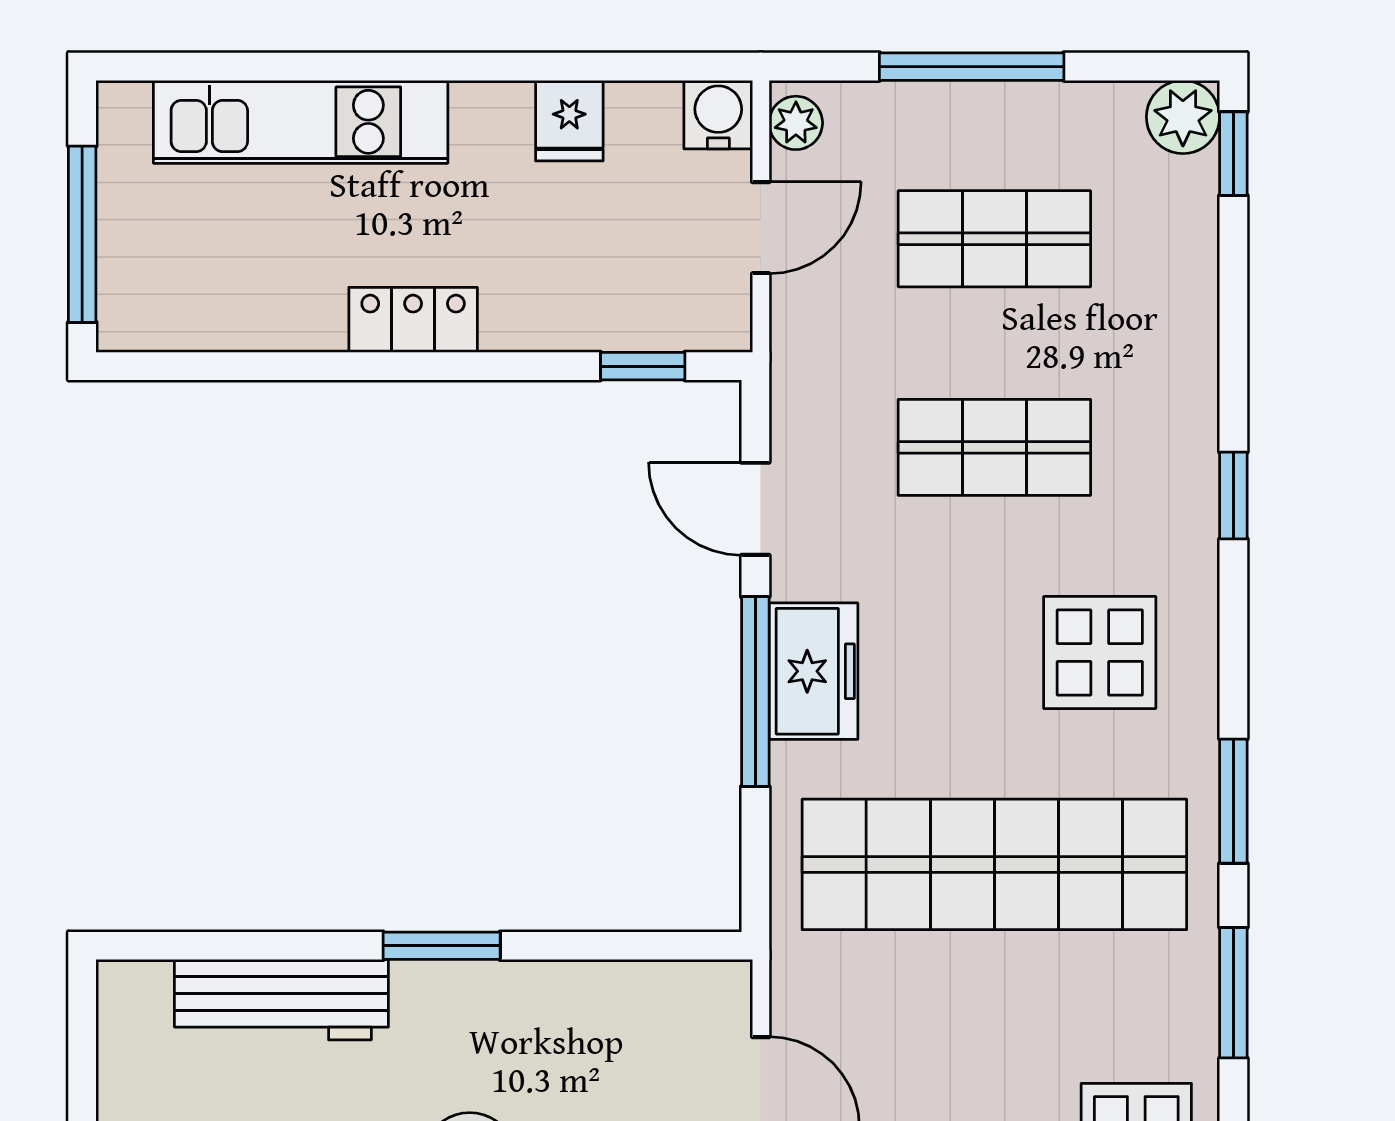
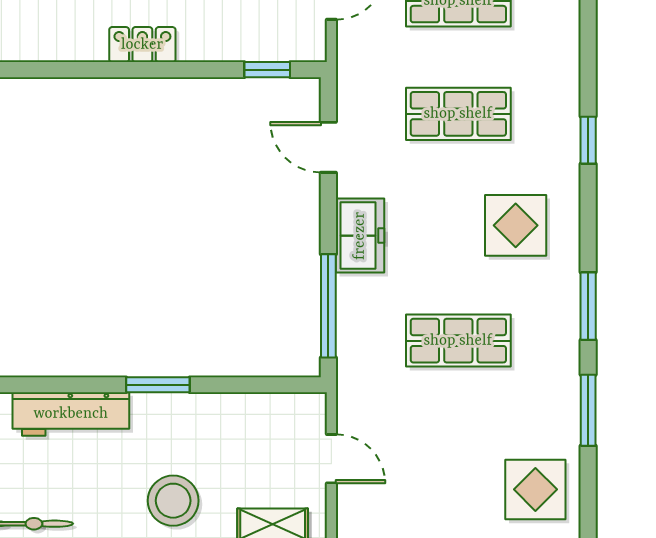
window: (755, 692) -> (328, 306), moved
shop shelf: (994, 864) -> (458, 341), width x0.50, depth x0.74

